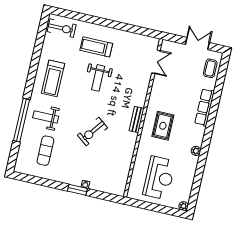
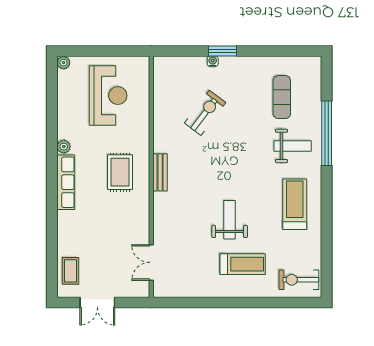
row of seats: (205, 107) -> (66, 182), moved
exercise bike: (93, 131) -> (205, 113), moved
reception desk: (159, 178) -> (108, 96), turned 180

